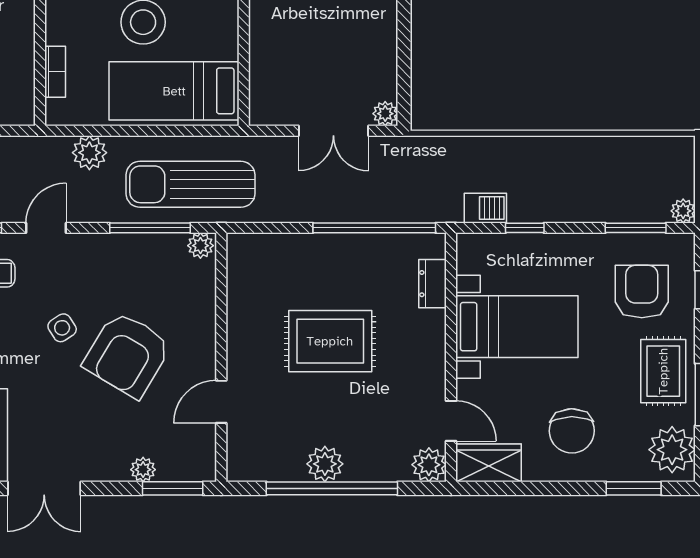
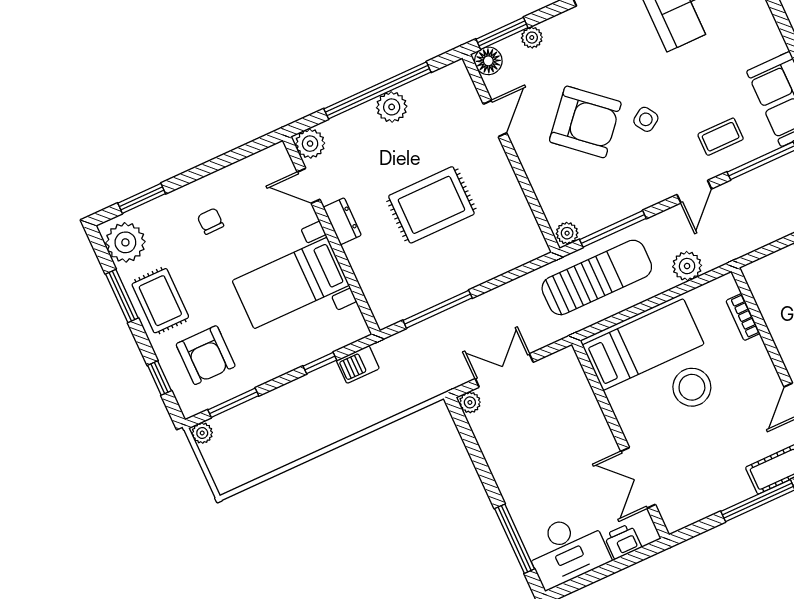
window: (374, 228) -> (438, 309), width x0.68
dresser: (432, 284) -> (342, 221), moved
armchair: (127, 354) -> (585, 122), turned 100
chair: (572, 431) -> (210, 221), width x0.54, depth x0.54
wardrobe: (488, 463) -> (264, 166), removed
floor lamp: (200, 466) -> (488, 61), added

